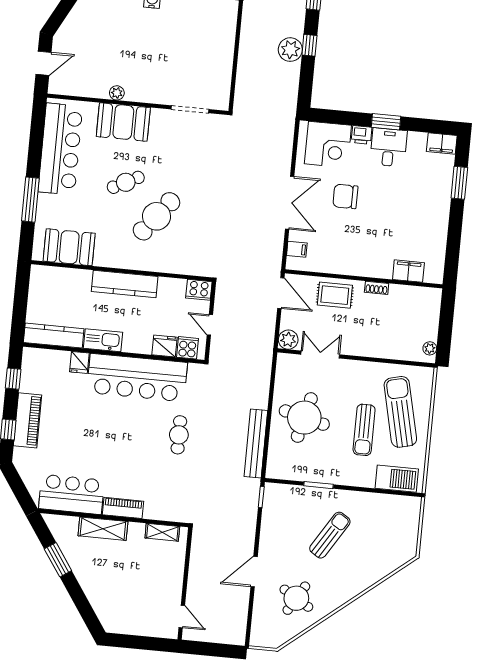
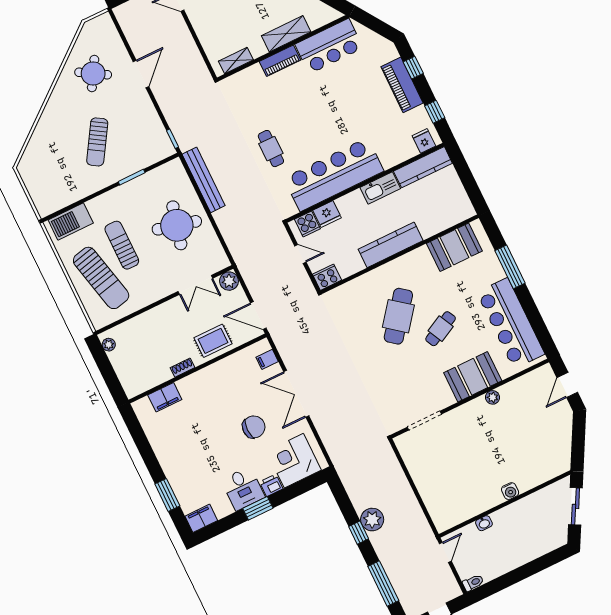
fridge: (79, 362) -> (424, 141), moved

